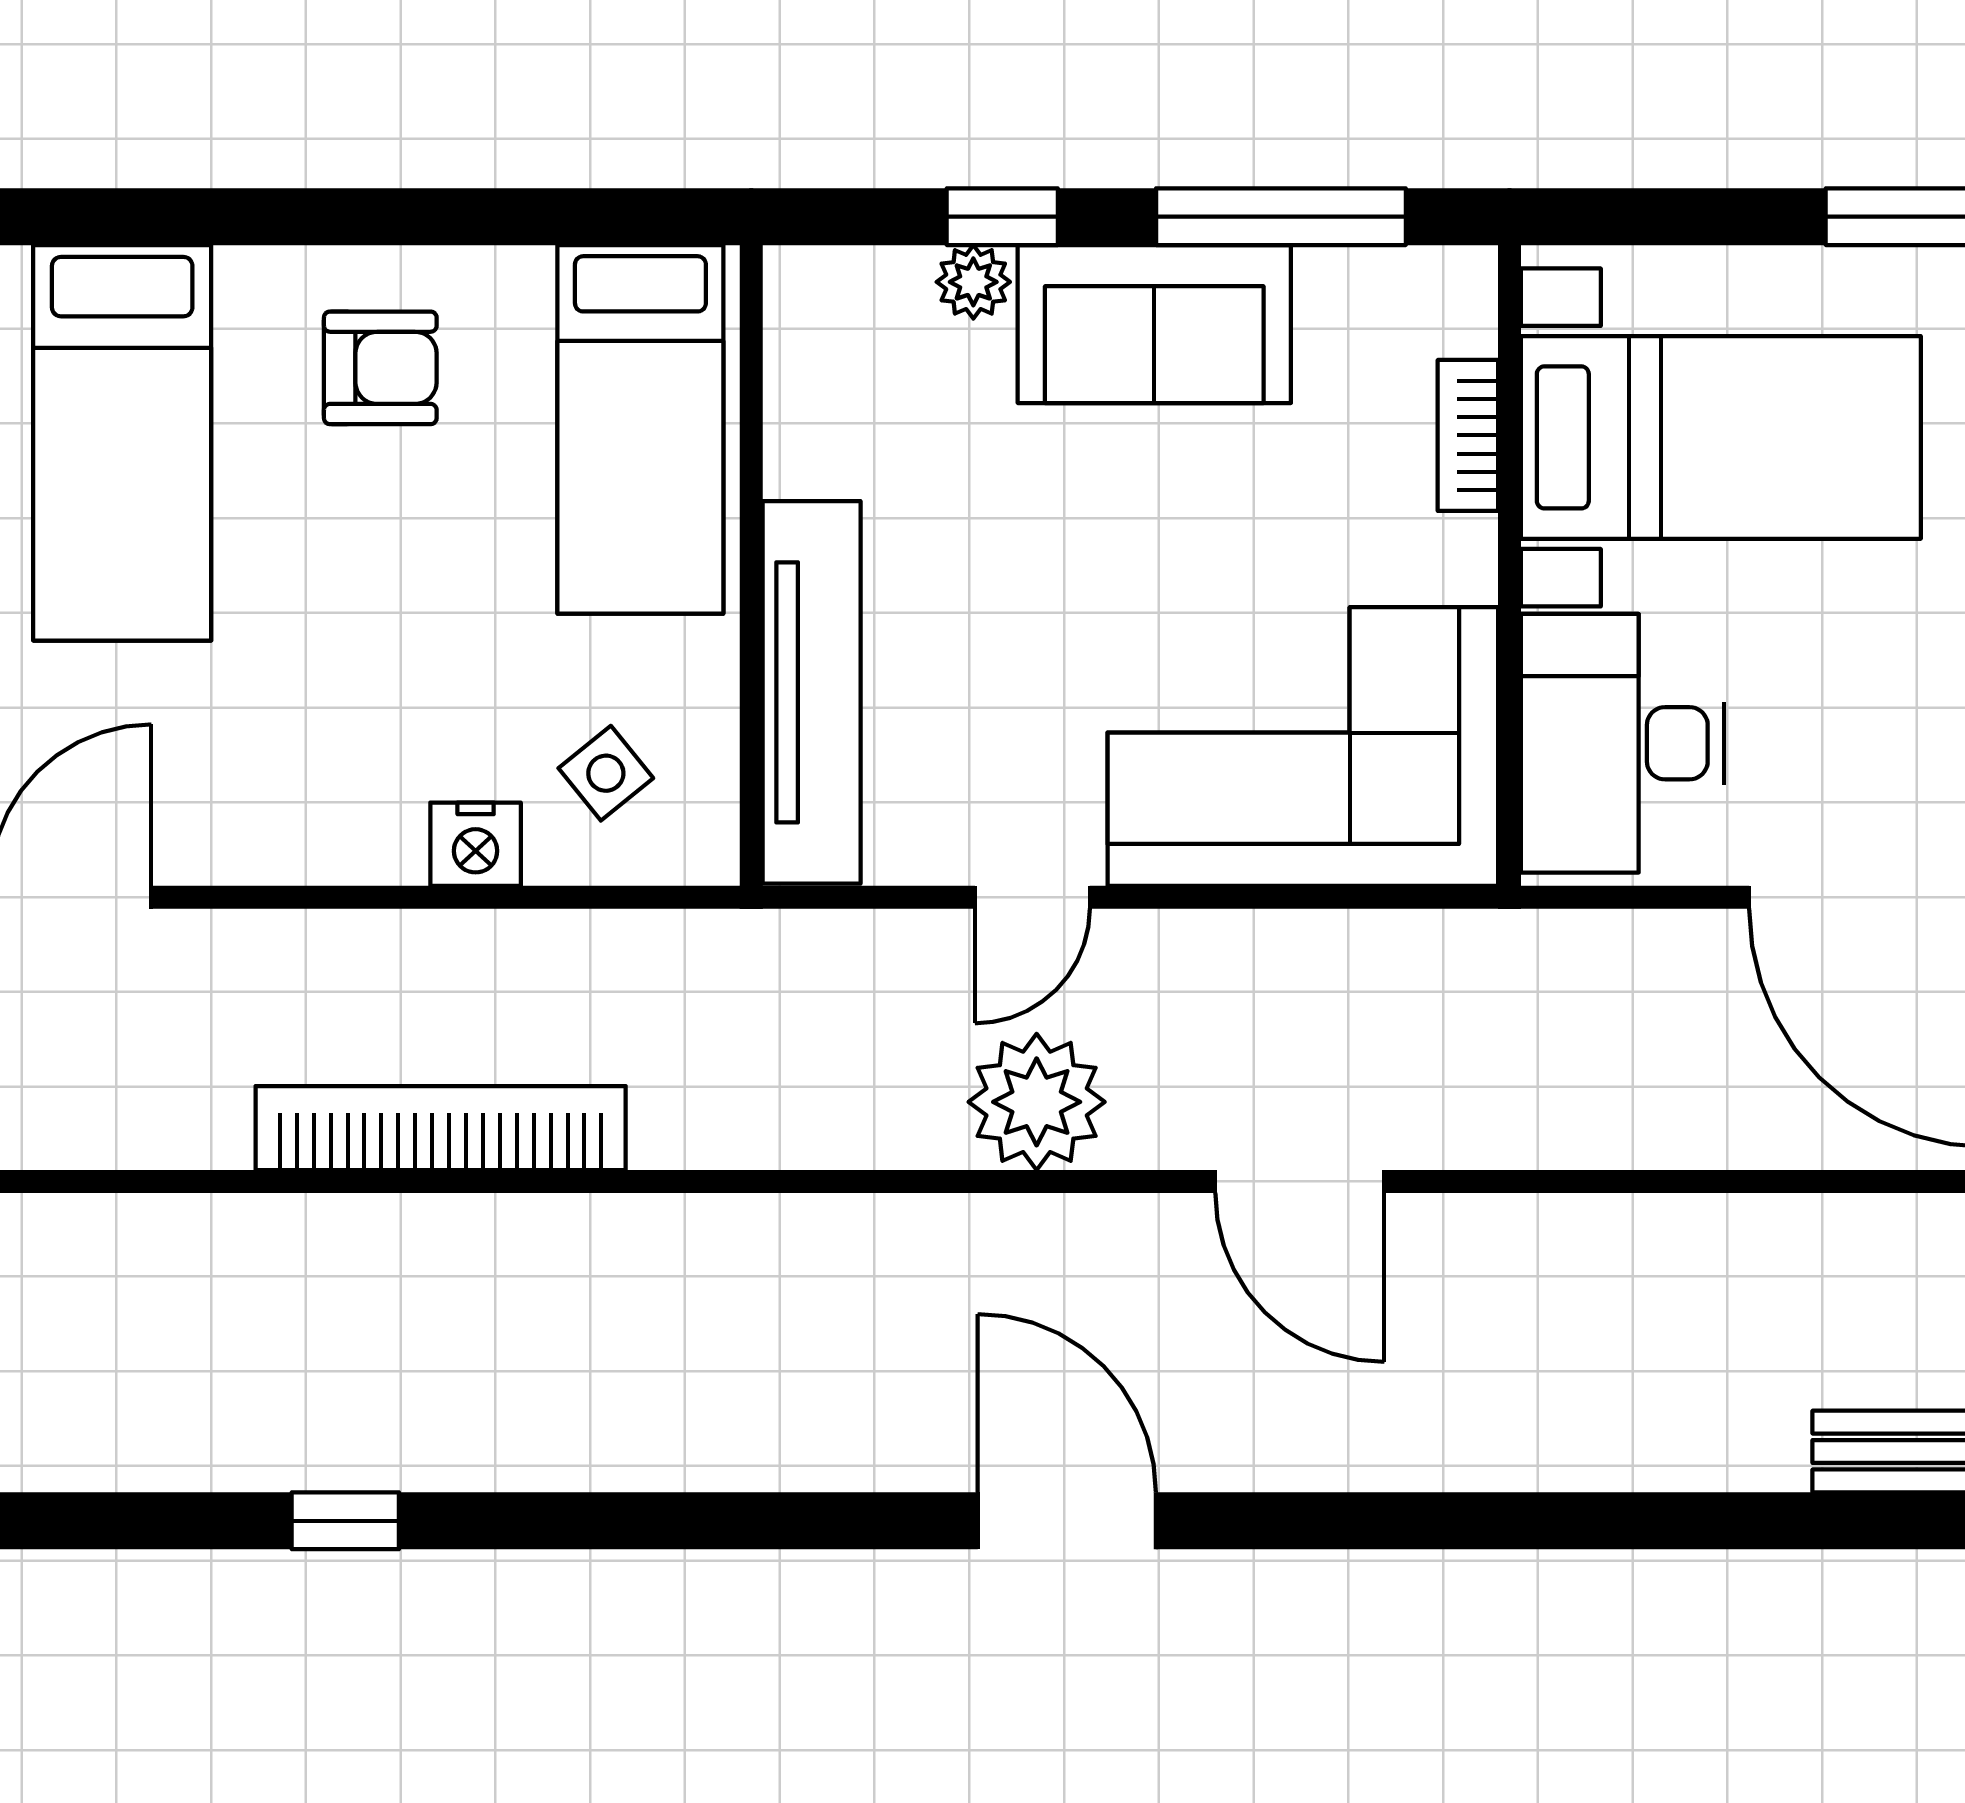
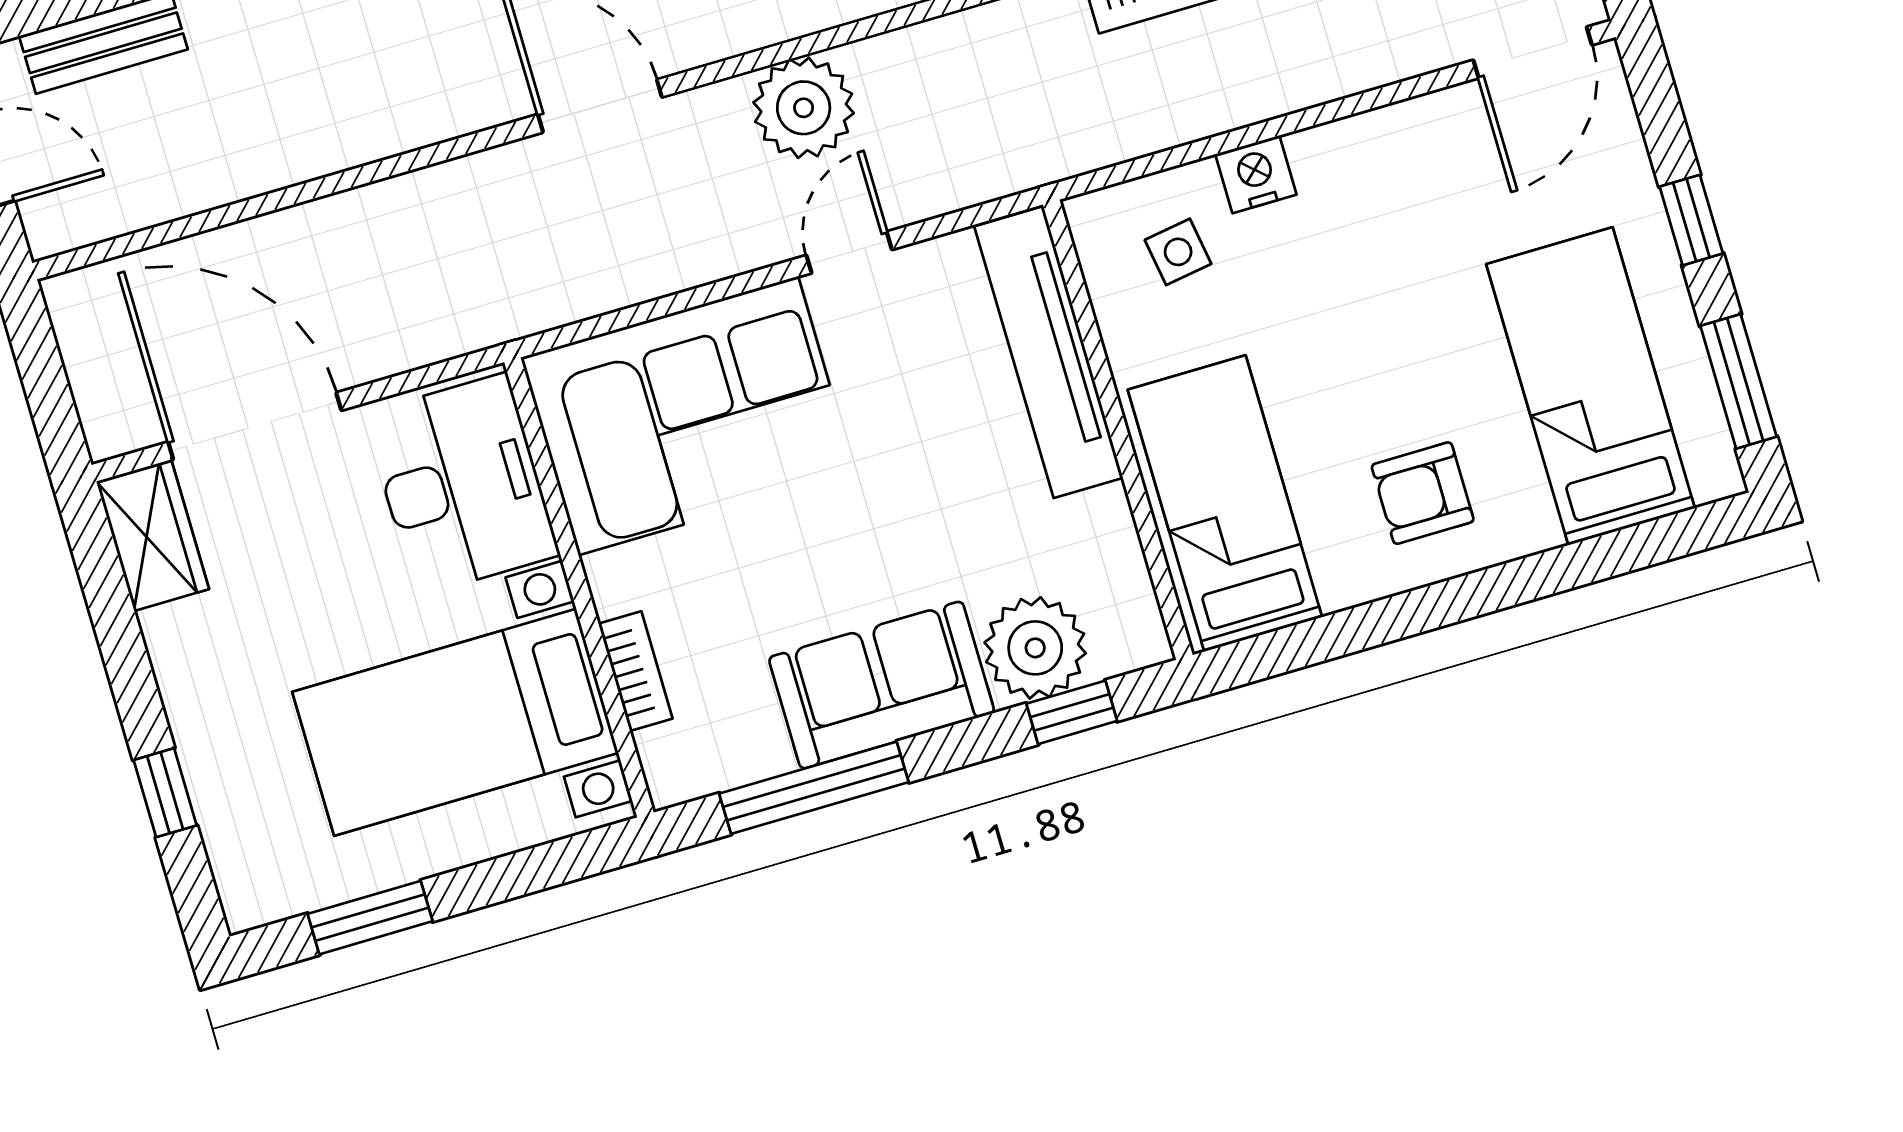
window: (1002, 217) -> (1072, 712), moved
plant: (973, 282) -> (1035, 648), width x1.88, depth x1.88
side table: (606, 773) -> (1178, 252), turned 30

